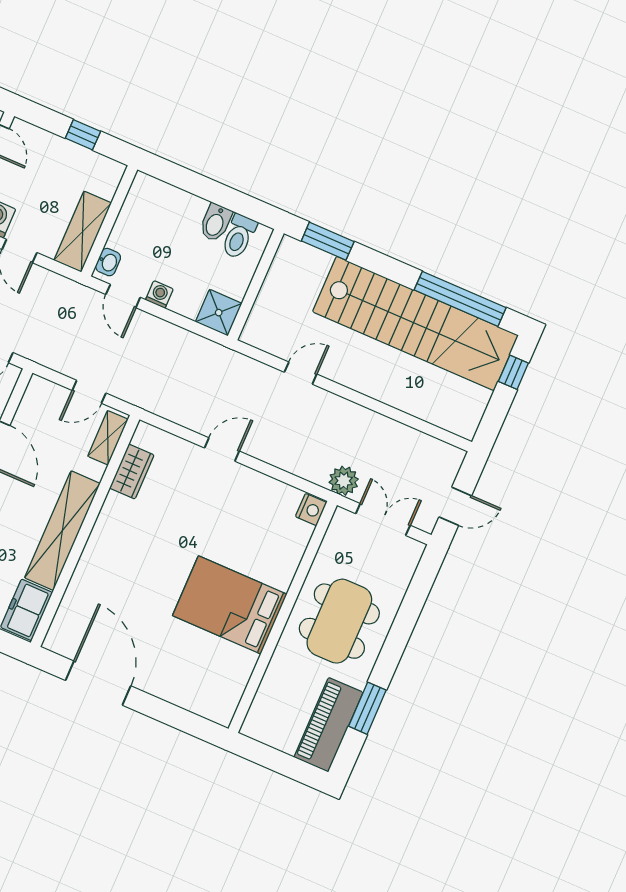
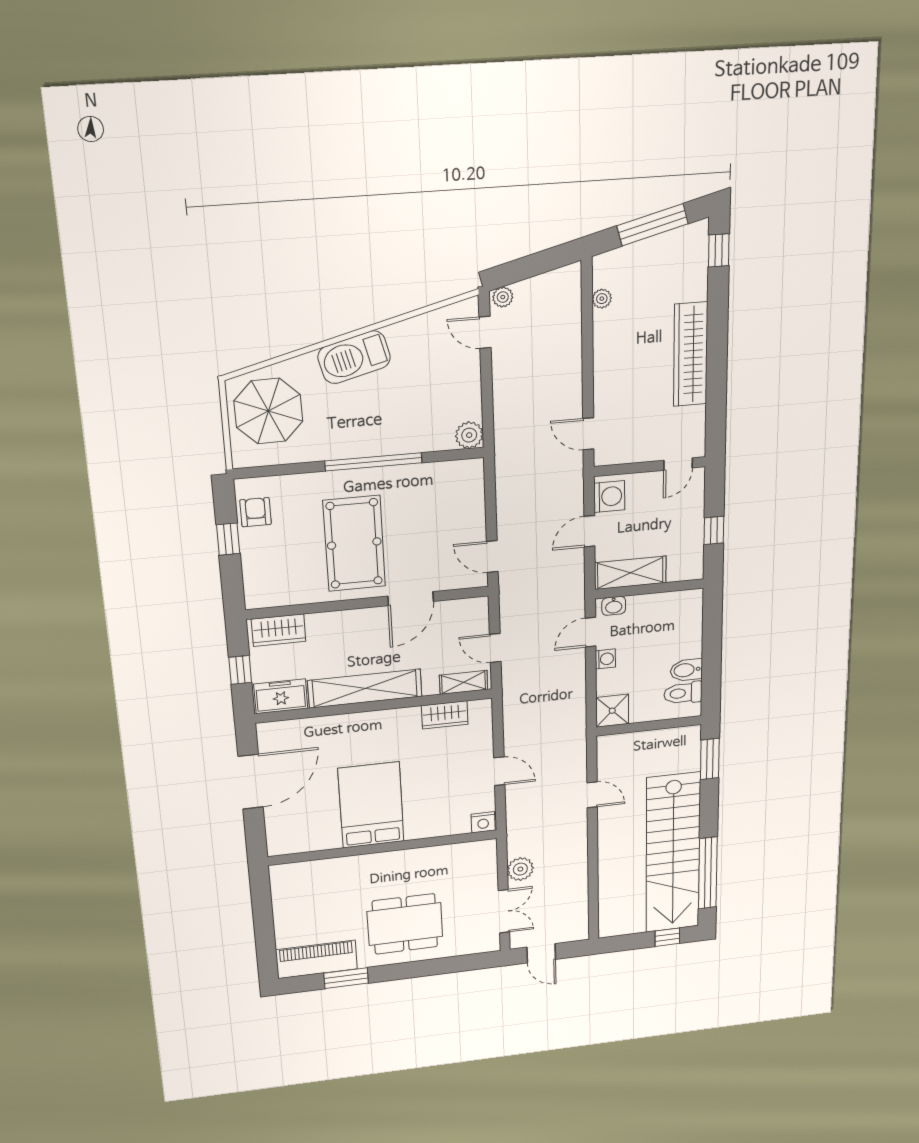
nightstand: (311, 510) -> (483, 822), moved
bed: (230, 605) -> (371, 805), moved
wall: (283, 617) -> (383, 848), moved

